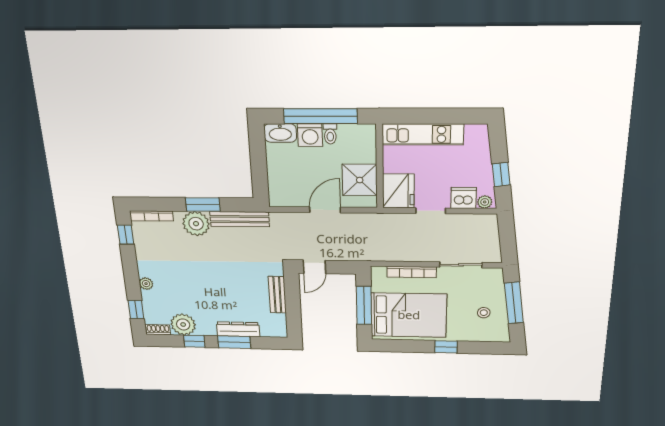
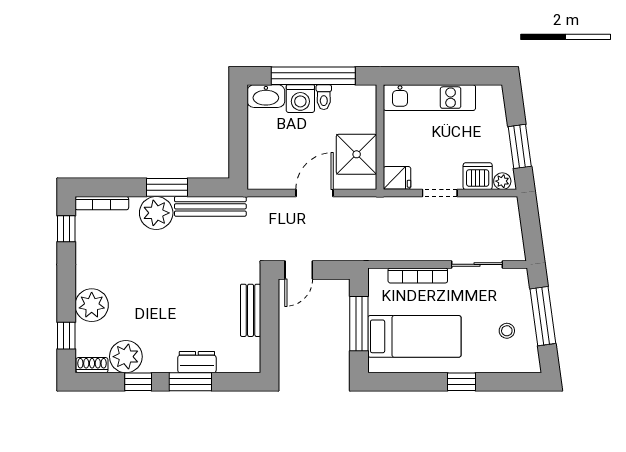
window: (501, 175) -> (520, 146), width x1.50
fridge: (398, 191) -> (397, 178), width x0.53, depth x0.75
plant: (146, 284) -> (92, 305), width x1.87, depth x1.87
bed: (409, 315) -> (414, 336), width x0.67
dresser: (238, 329) -> (197, 362), width x0.70

